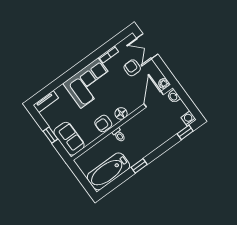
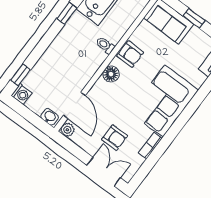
armchair: (103, 123) -> (130, 54), turned 90

